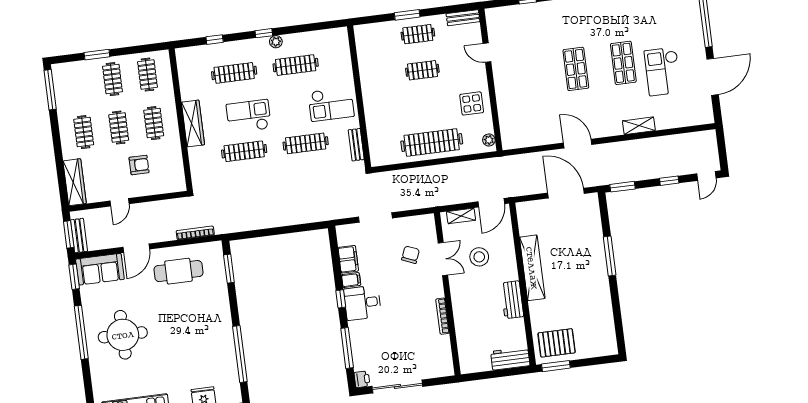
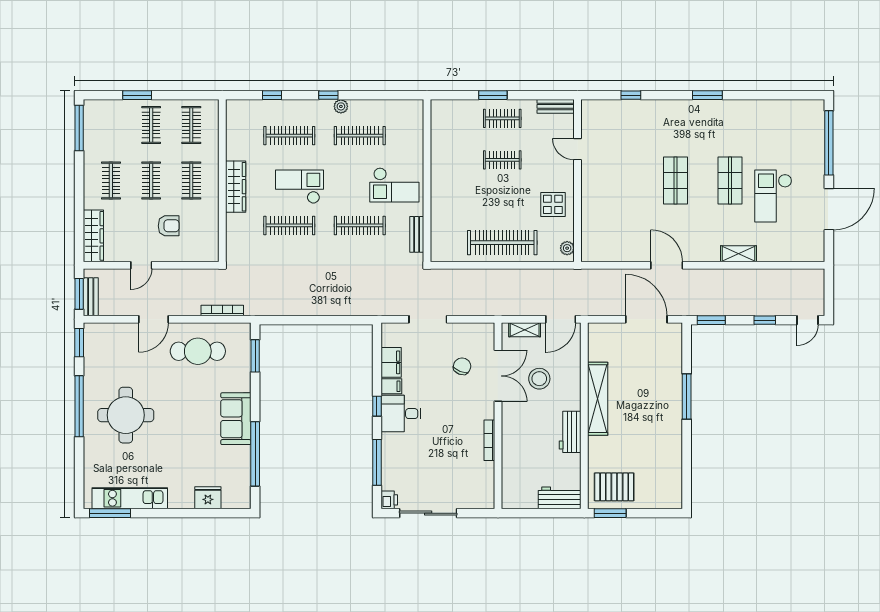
double door: (443, 259) -> (498, 376), width x1.37
sofa: (100, 269) -> (236, 419), moved, turned 90

